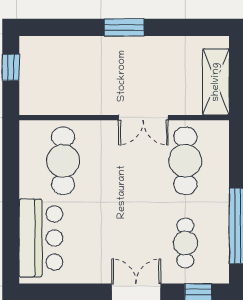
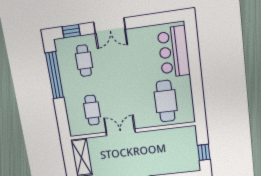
cafe table: (185, 161) -> (92, 110), width x0.73, depth x0.74

